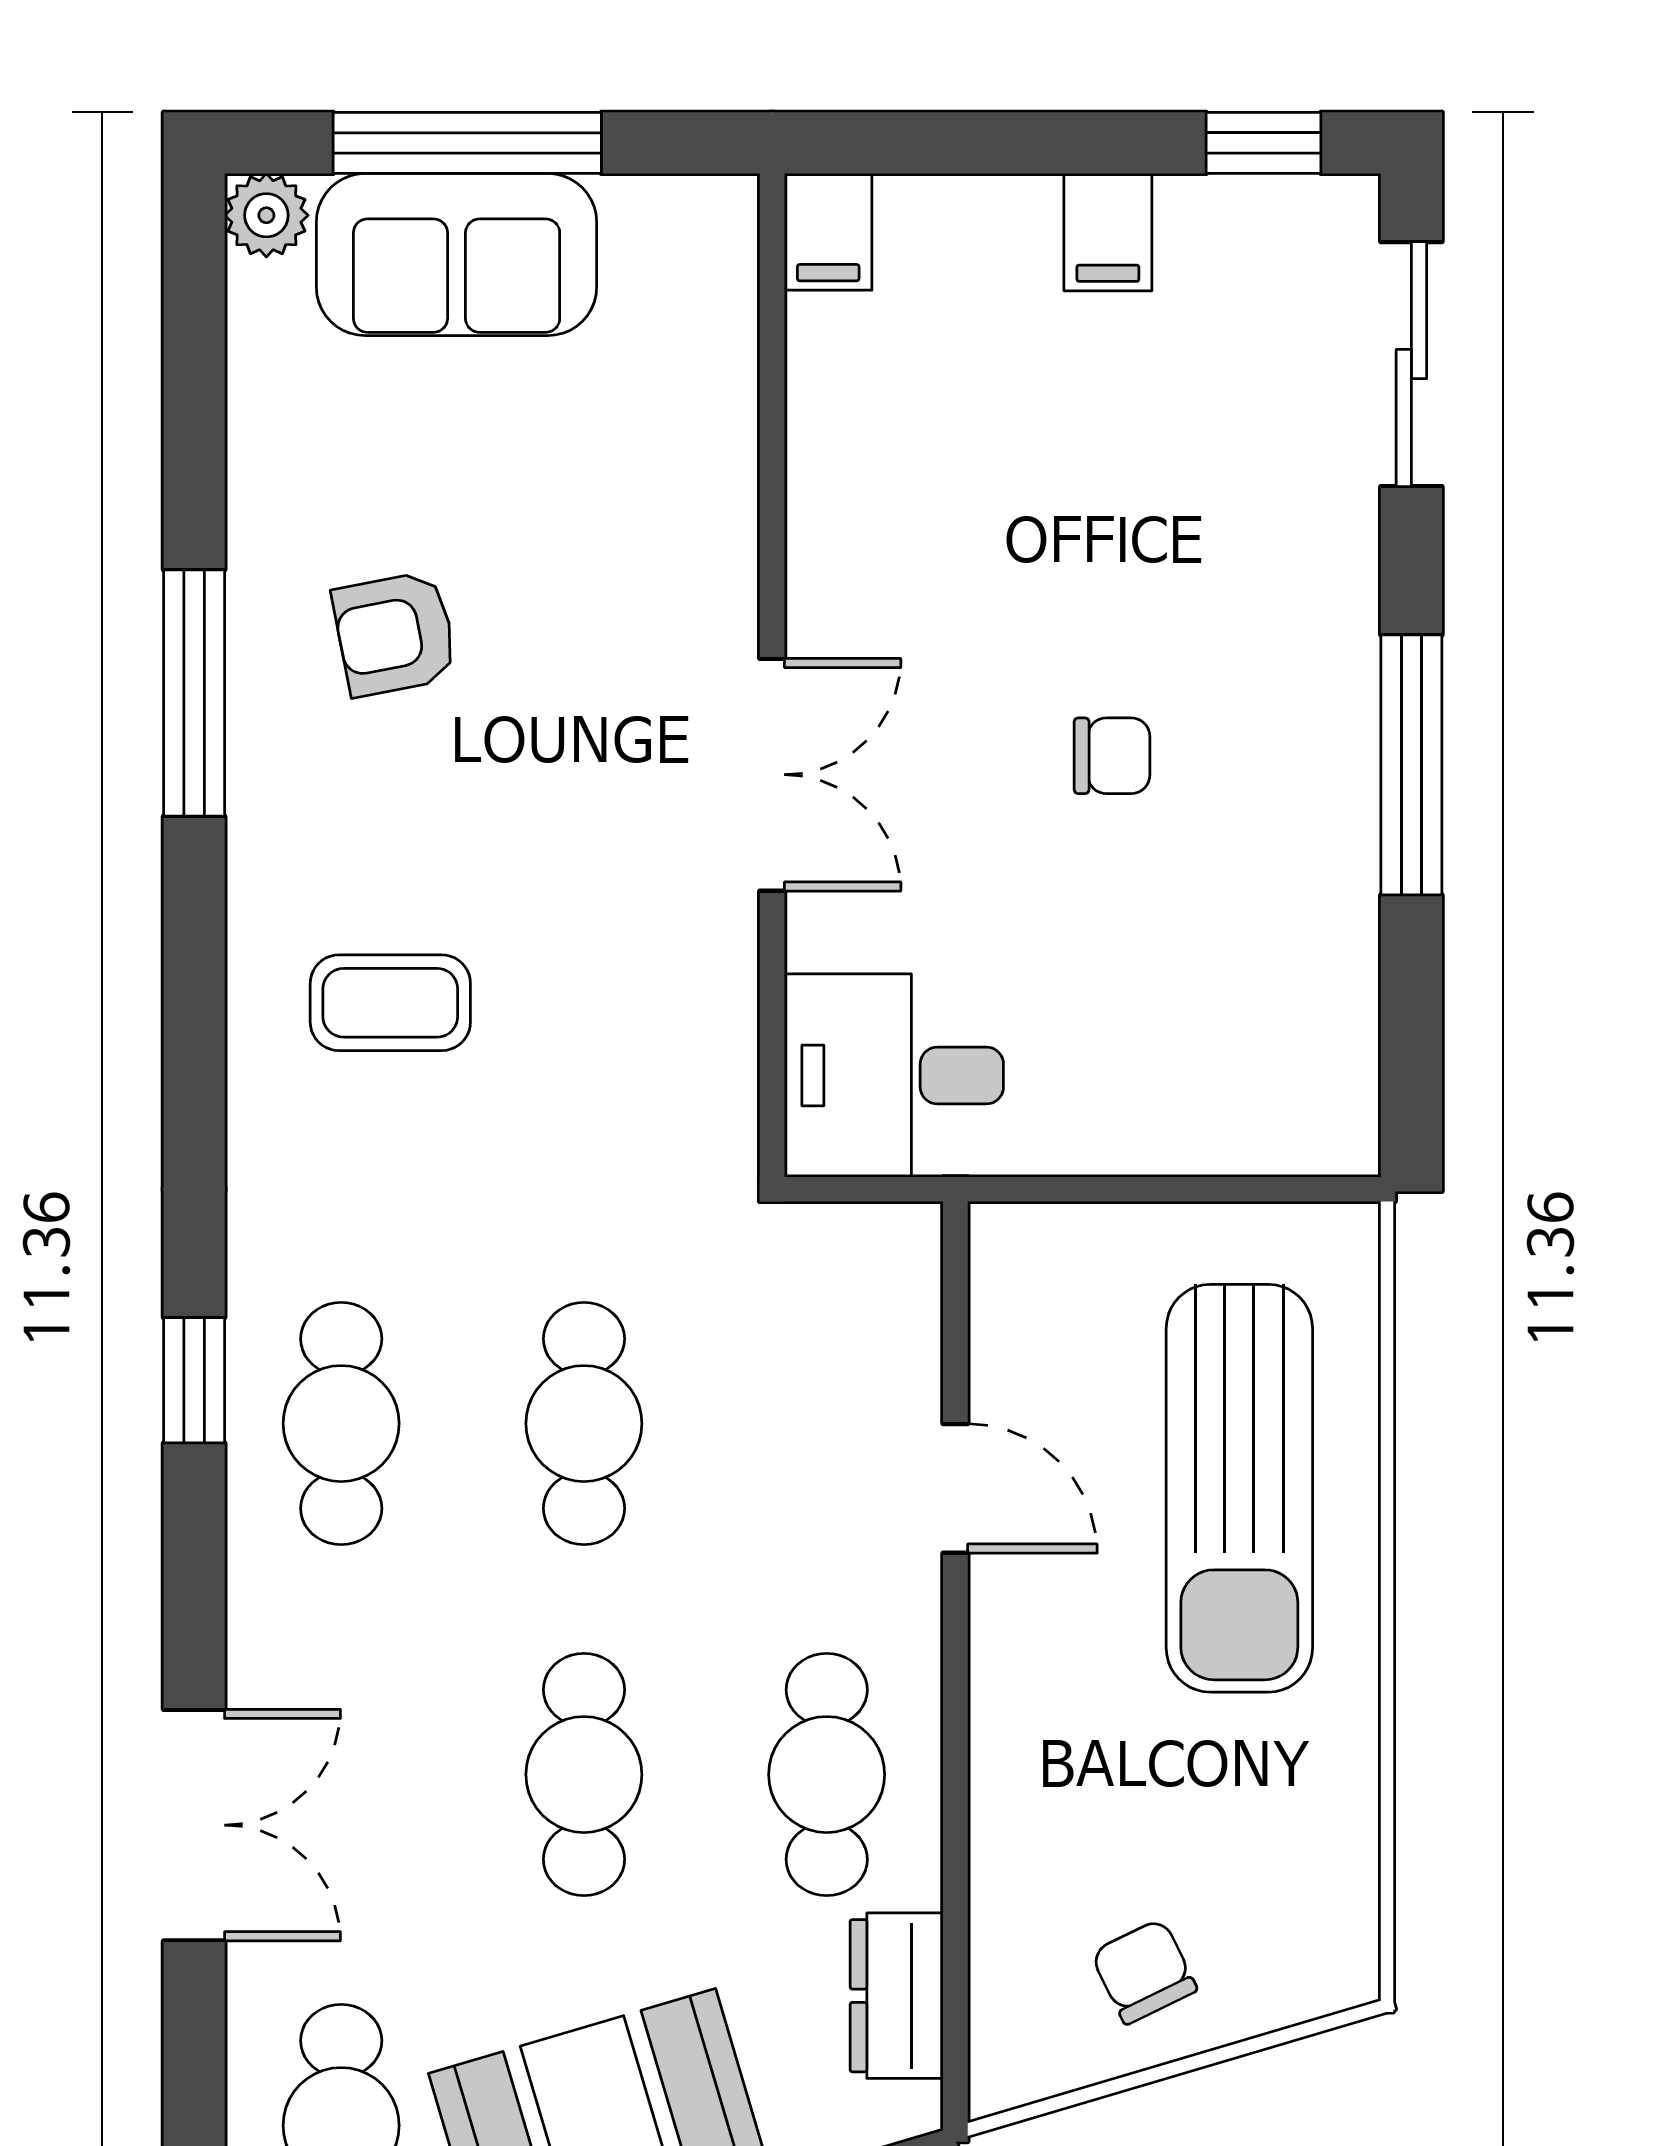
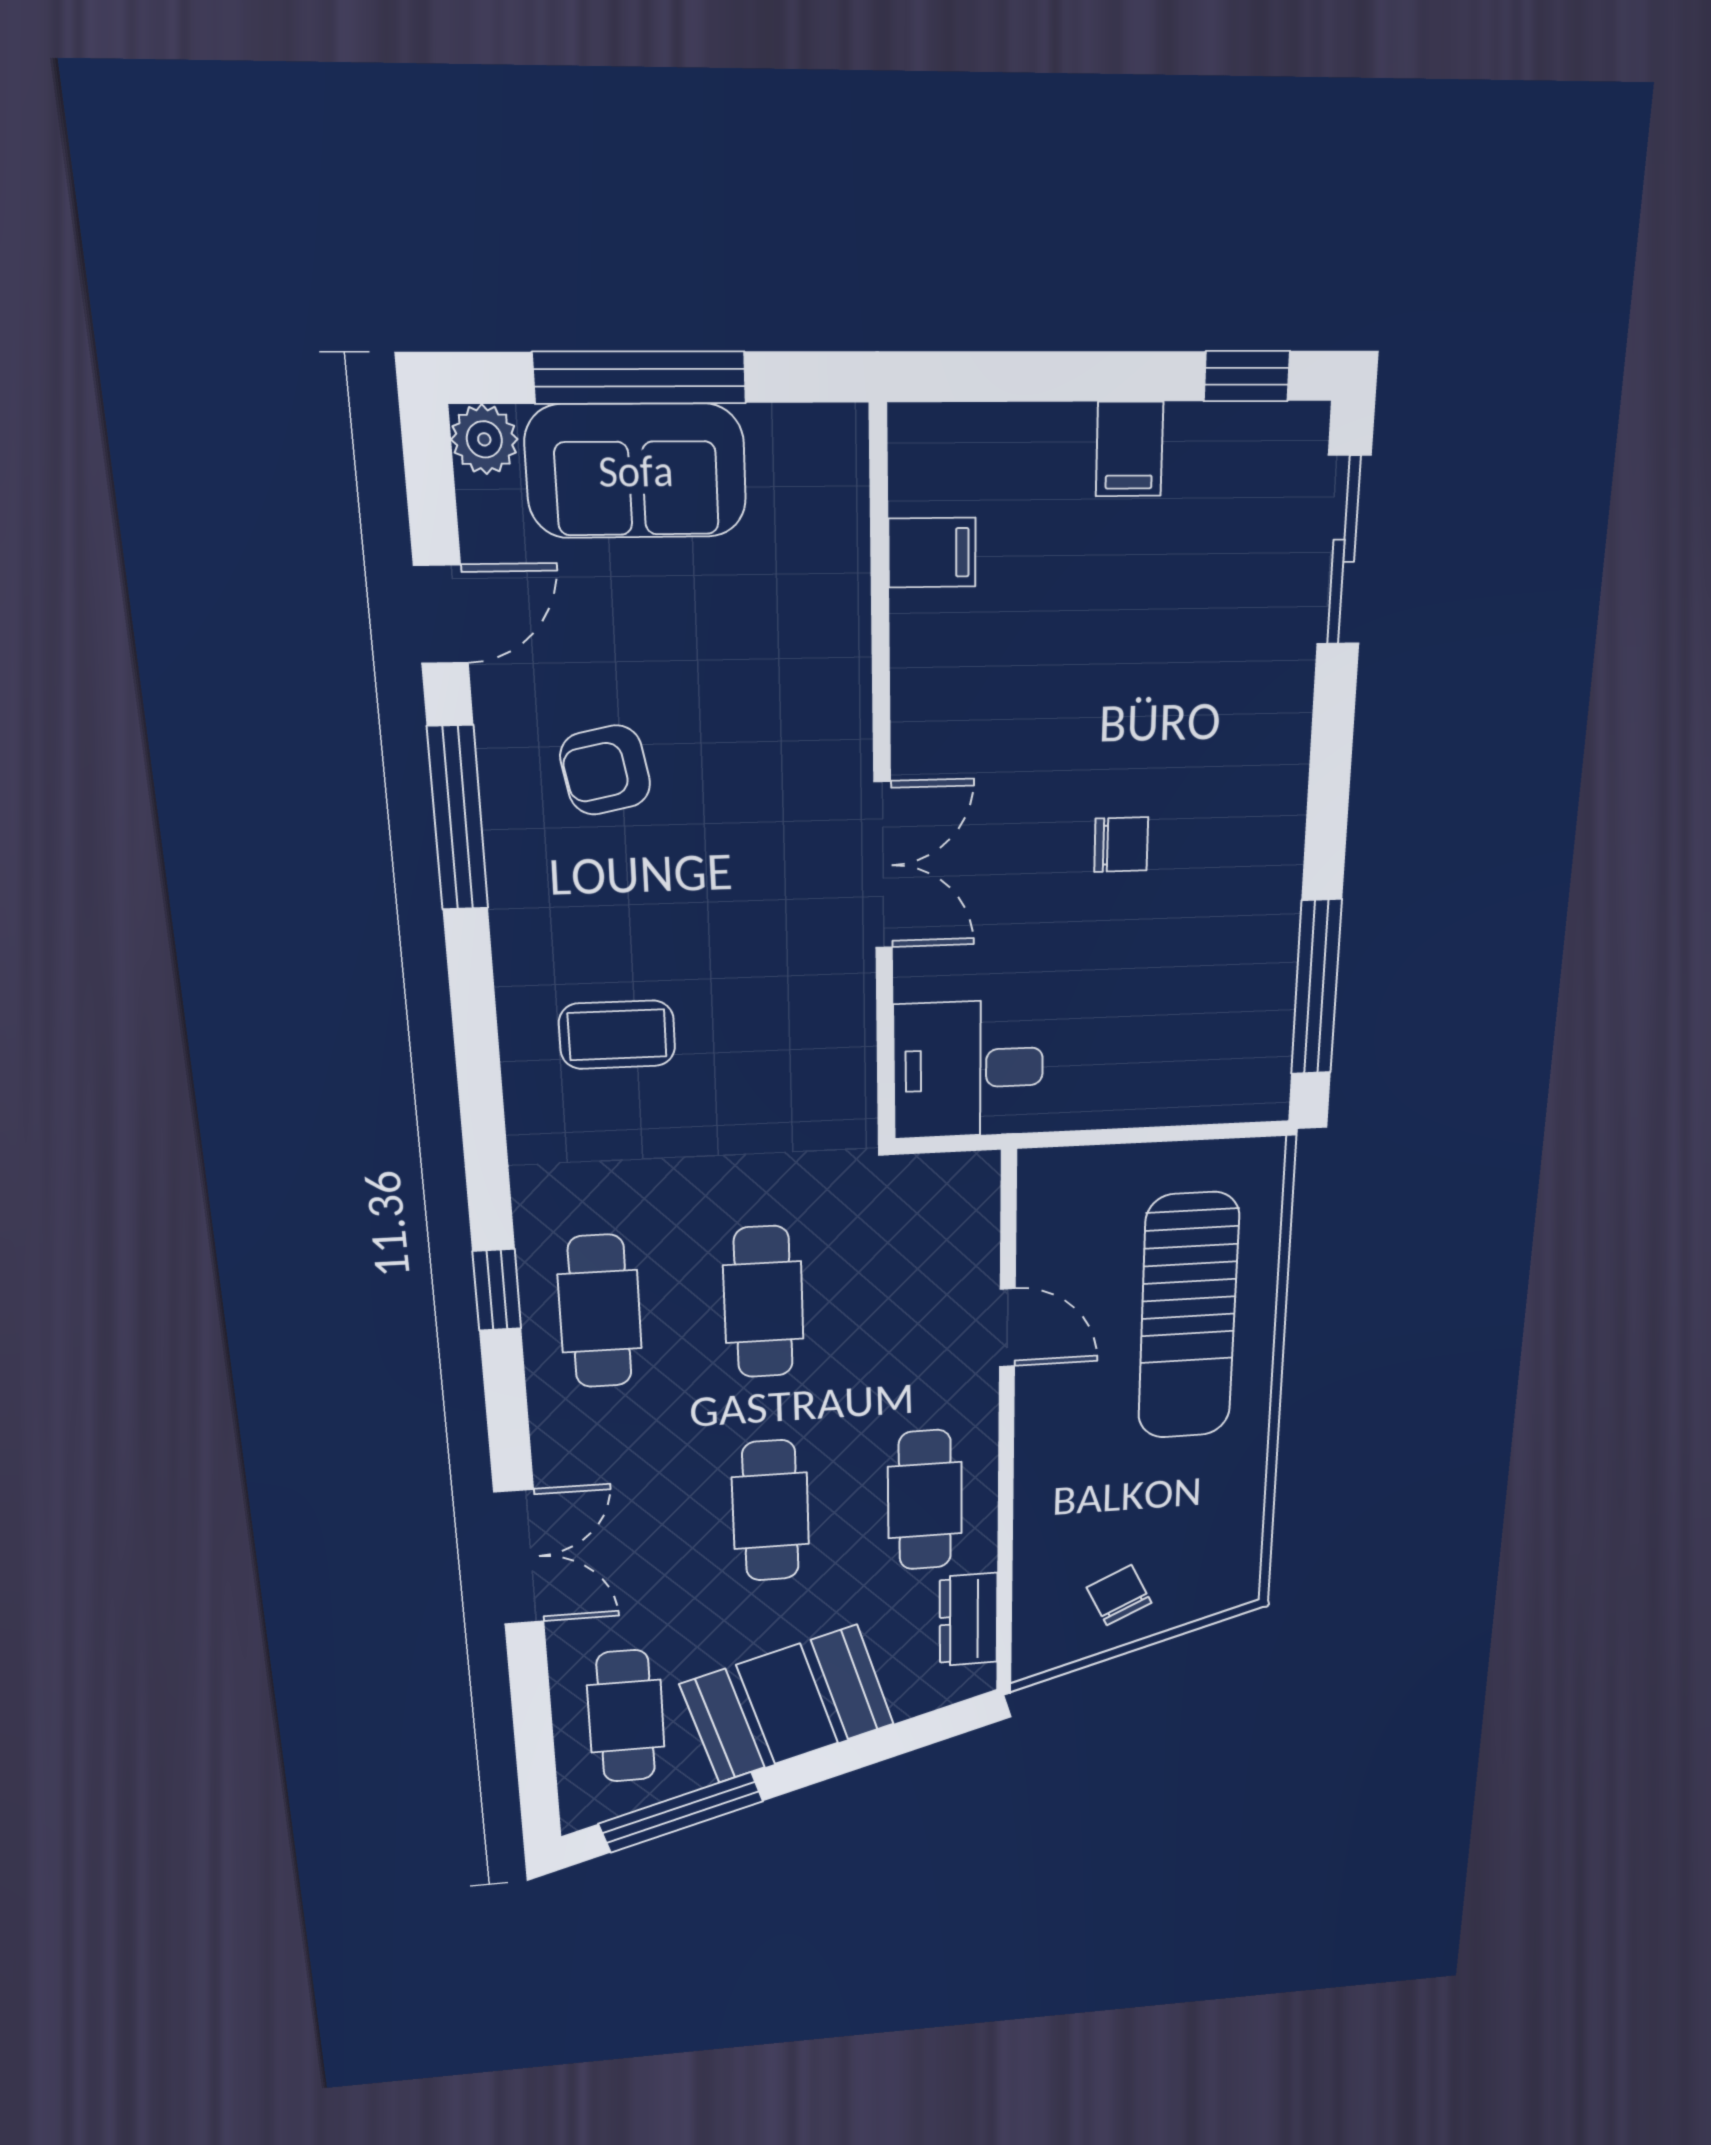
filing cabinet: (828, 232) -> (932, 553), moved, turned -90
door: (194, 428) -> (441, 614), added
window: (1411, 765) -> (1316, 988), moved

